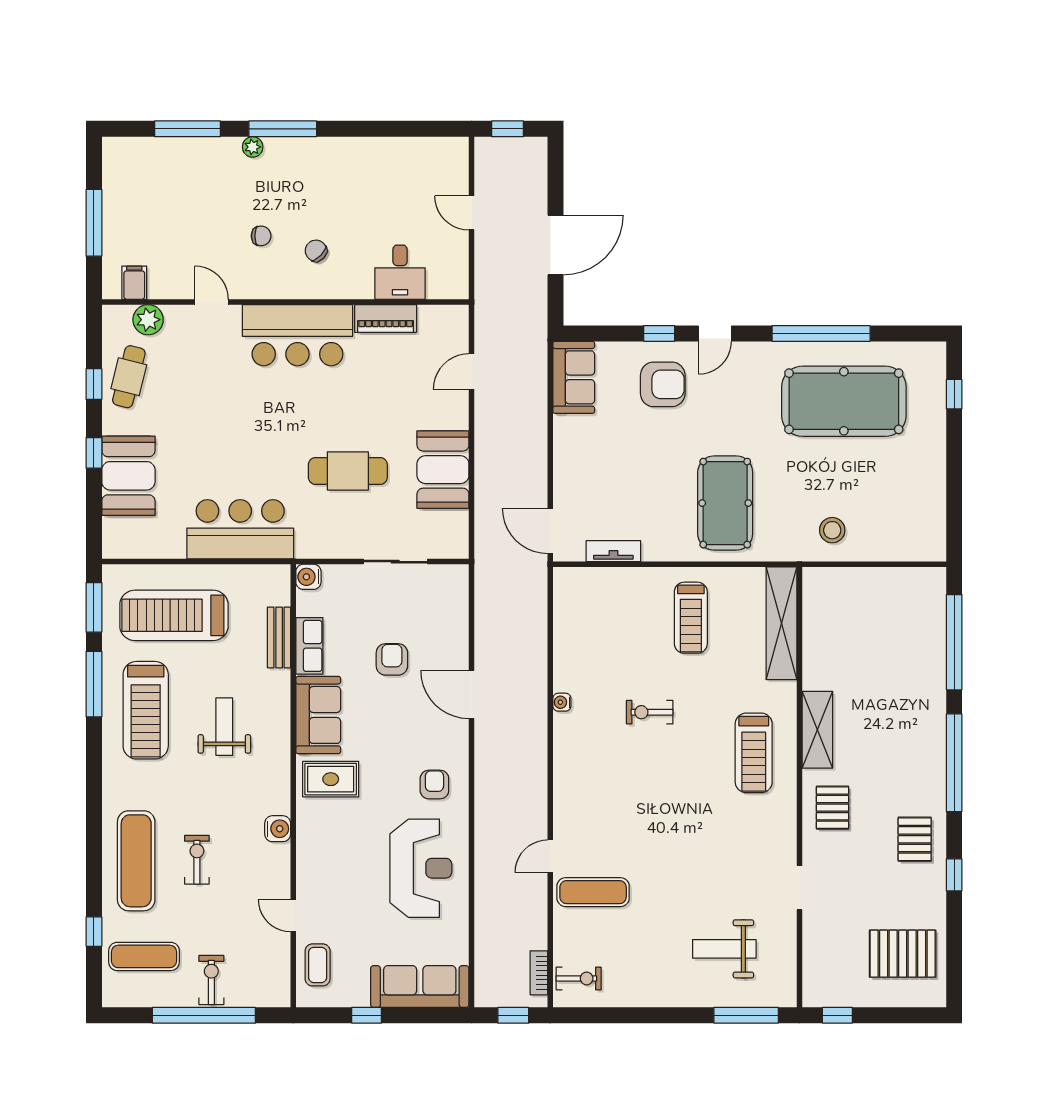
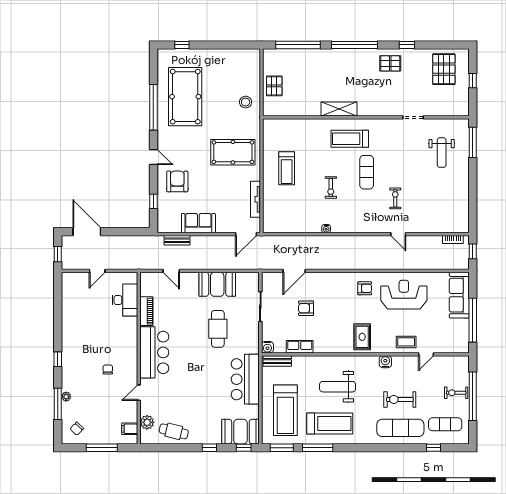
window: (283, 129) -> (58, 359), width x0.46
plant: (253, 147) -> (66, 397), moved
door: (555, 245) -> (87, 232), moved
chair: (316, 251) -> (77, 429), moved
desk: (400, 272) -> (125, 300), width x1.37
window: (659, 333) -> (153, 201), moved
sofa: (574, 377) -> (198, 223), moved
window: (94, 384) -> (244, 448), moved
bench: (537, 384) -> (177, 240), added
booth: (128, 476) -> (240, 432), moved
tv unit: (613, 551) -> (255, 199), width x1.41
treadmill: (691, 618) -> (287, 168), turned 90
shelving: (781, 623) -> (289, 126), removed
bench: (279, 637) -> (277, 361), moved
door: (472, 695) -> (294, 271), moved
sofa: (318, 715) -> (332, 343), removed
weight bench: (224, 727) -> (338, 387), width x1.36, depth x1.33
treadmill: (754, 753) -> (350, 139), turned 180
armchair: (434, 785) -> (365, 288), turned 180
pallet: (832, 808) -> (274, 86), moved, turned 90
exercise bike: (197, 860) -> (400, 399), width x1.38, depth x1.39
exercise mat: (593, 892) -> (367, 172), moved
exercise mat: (144, 956) -> (445, 424), turned 90
coffee table: (318, 965) -> (406, 342), moved
exercise bike: (579, 978) -> (395, 198), moved
window: (367, 1015) -> (473, 320), width x3.17
window: (837, 1015) -> (473, 81), moved

